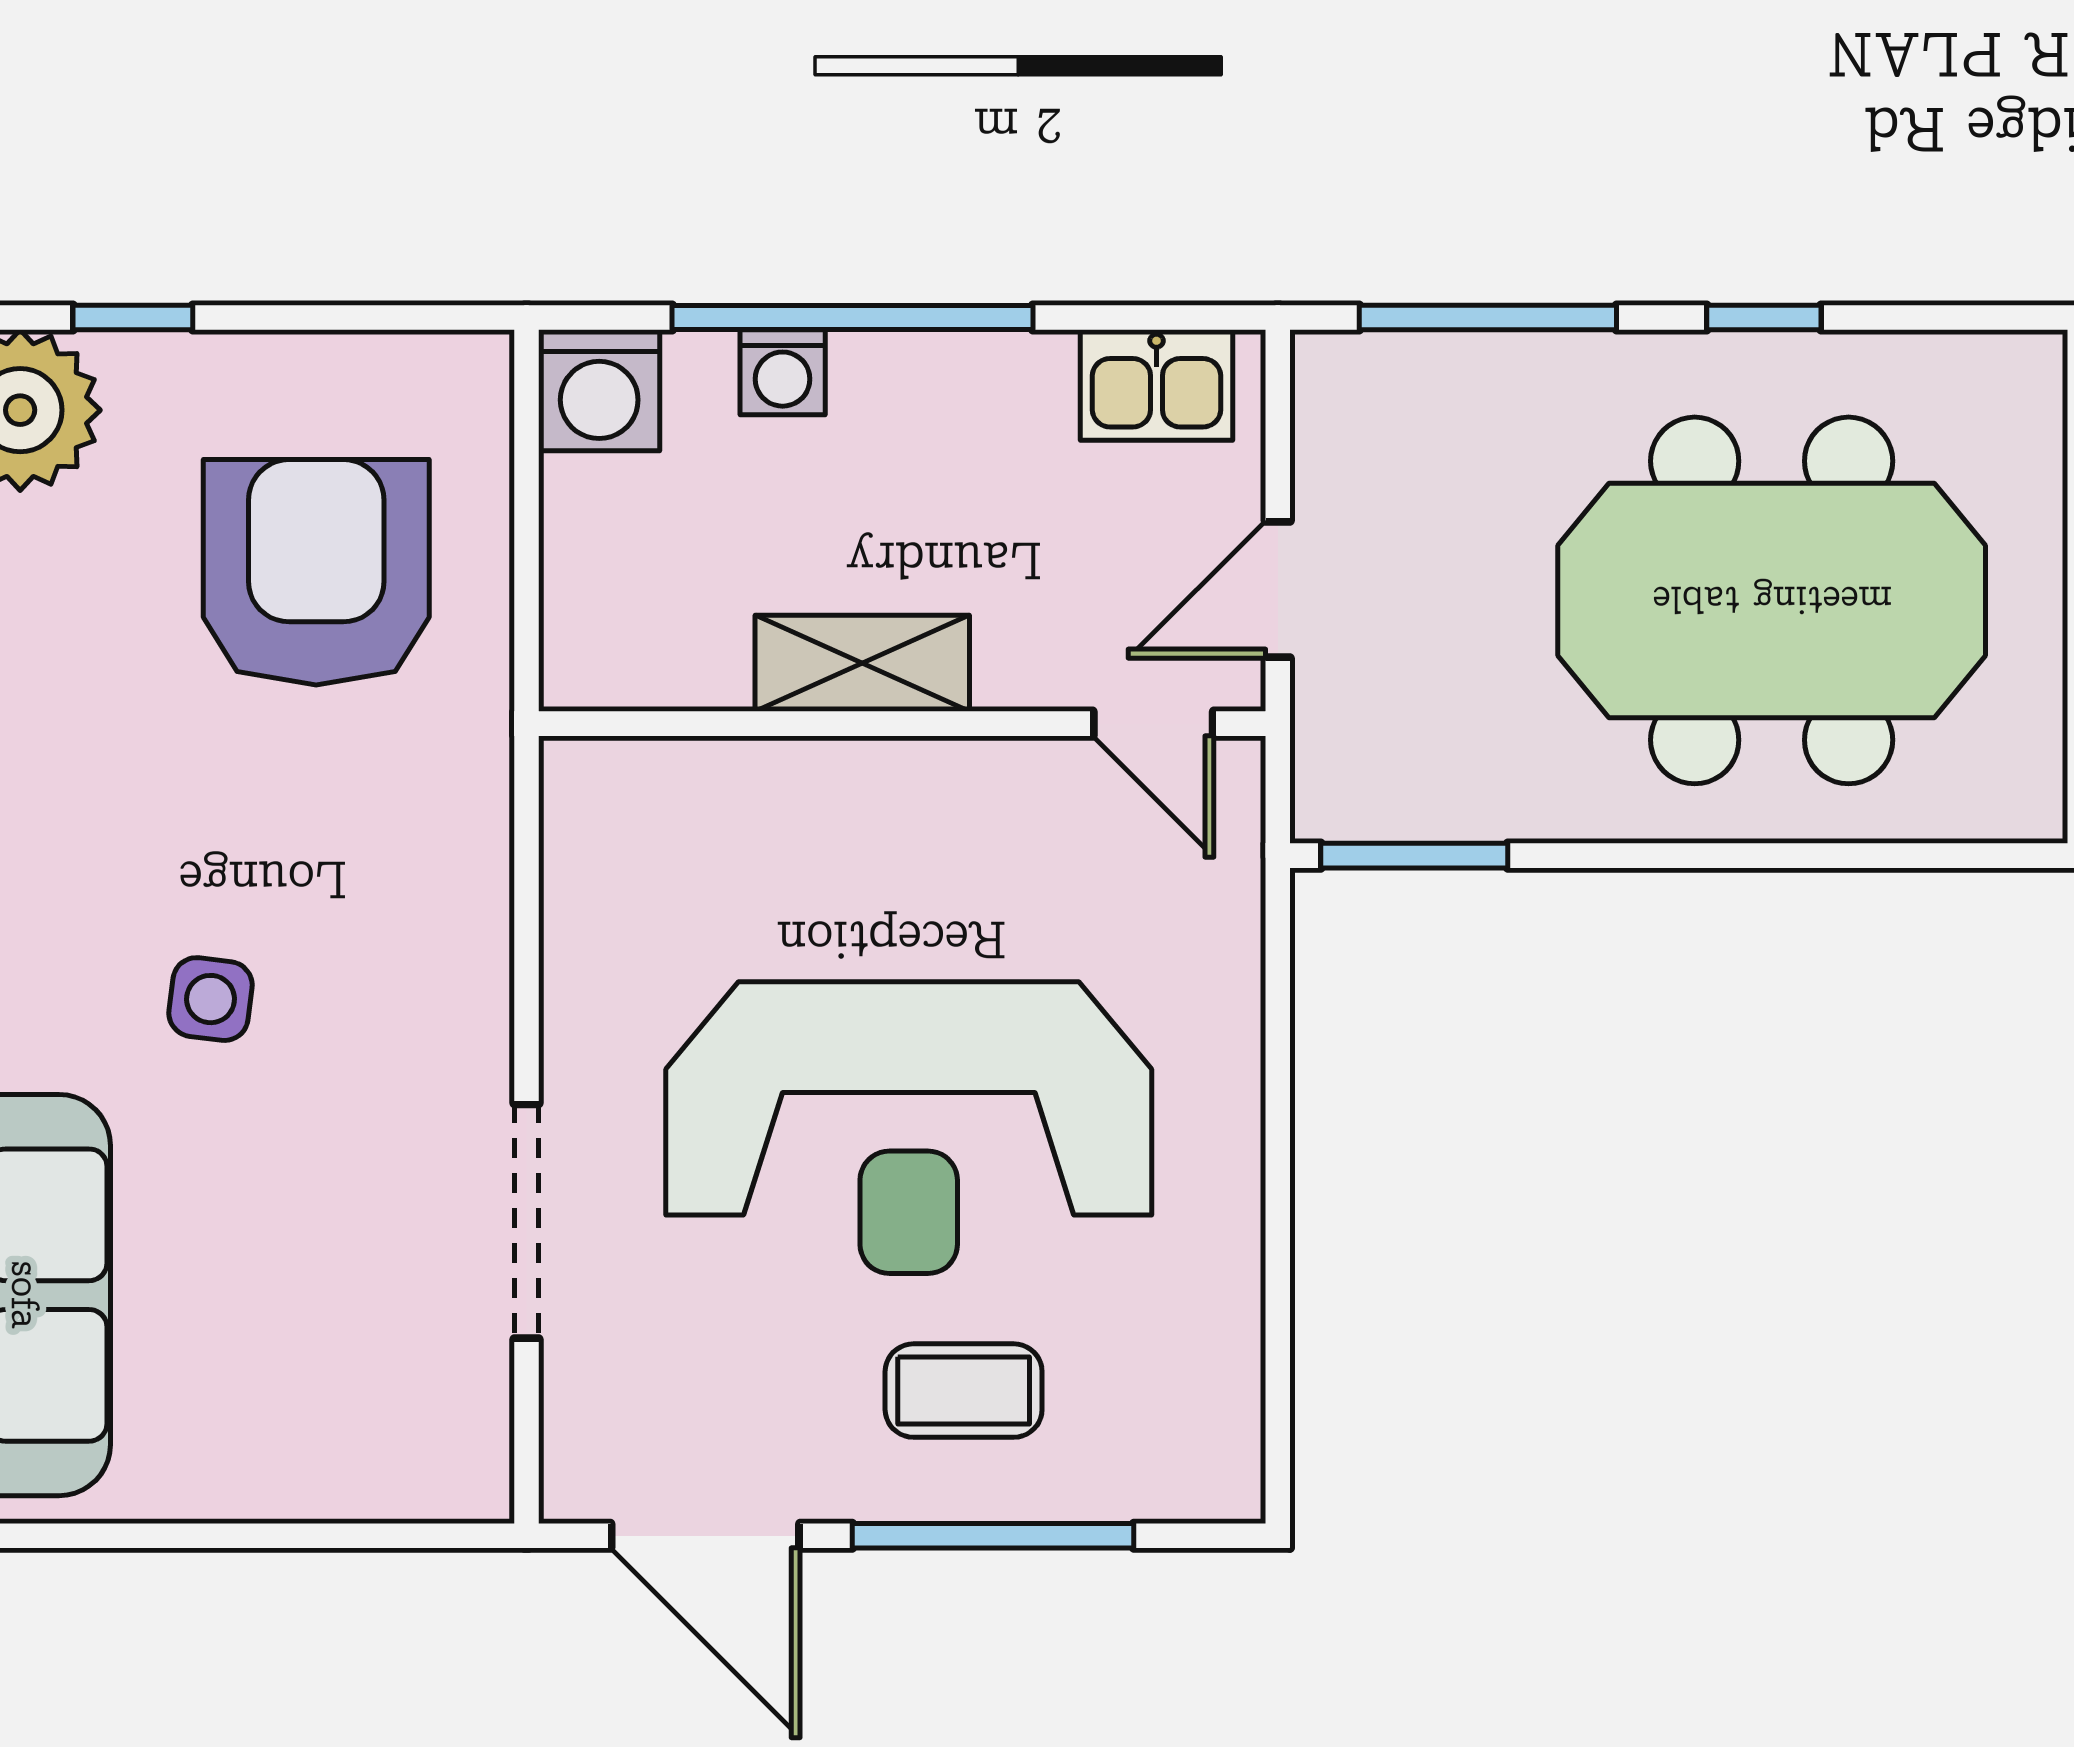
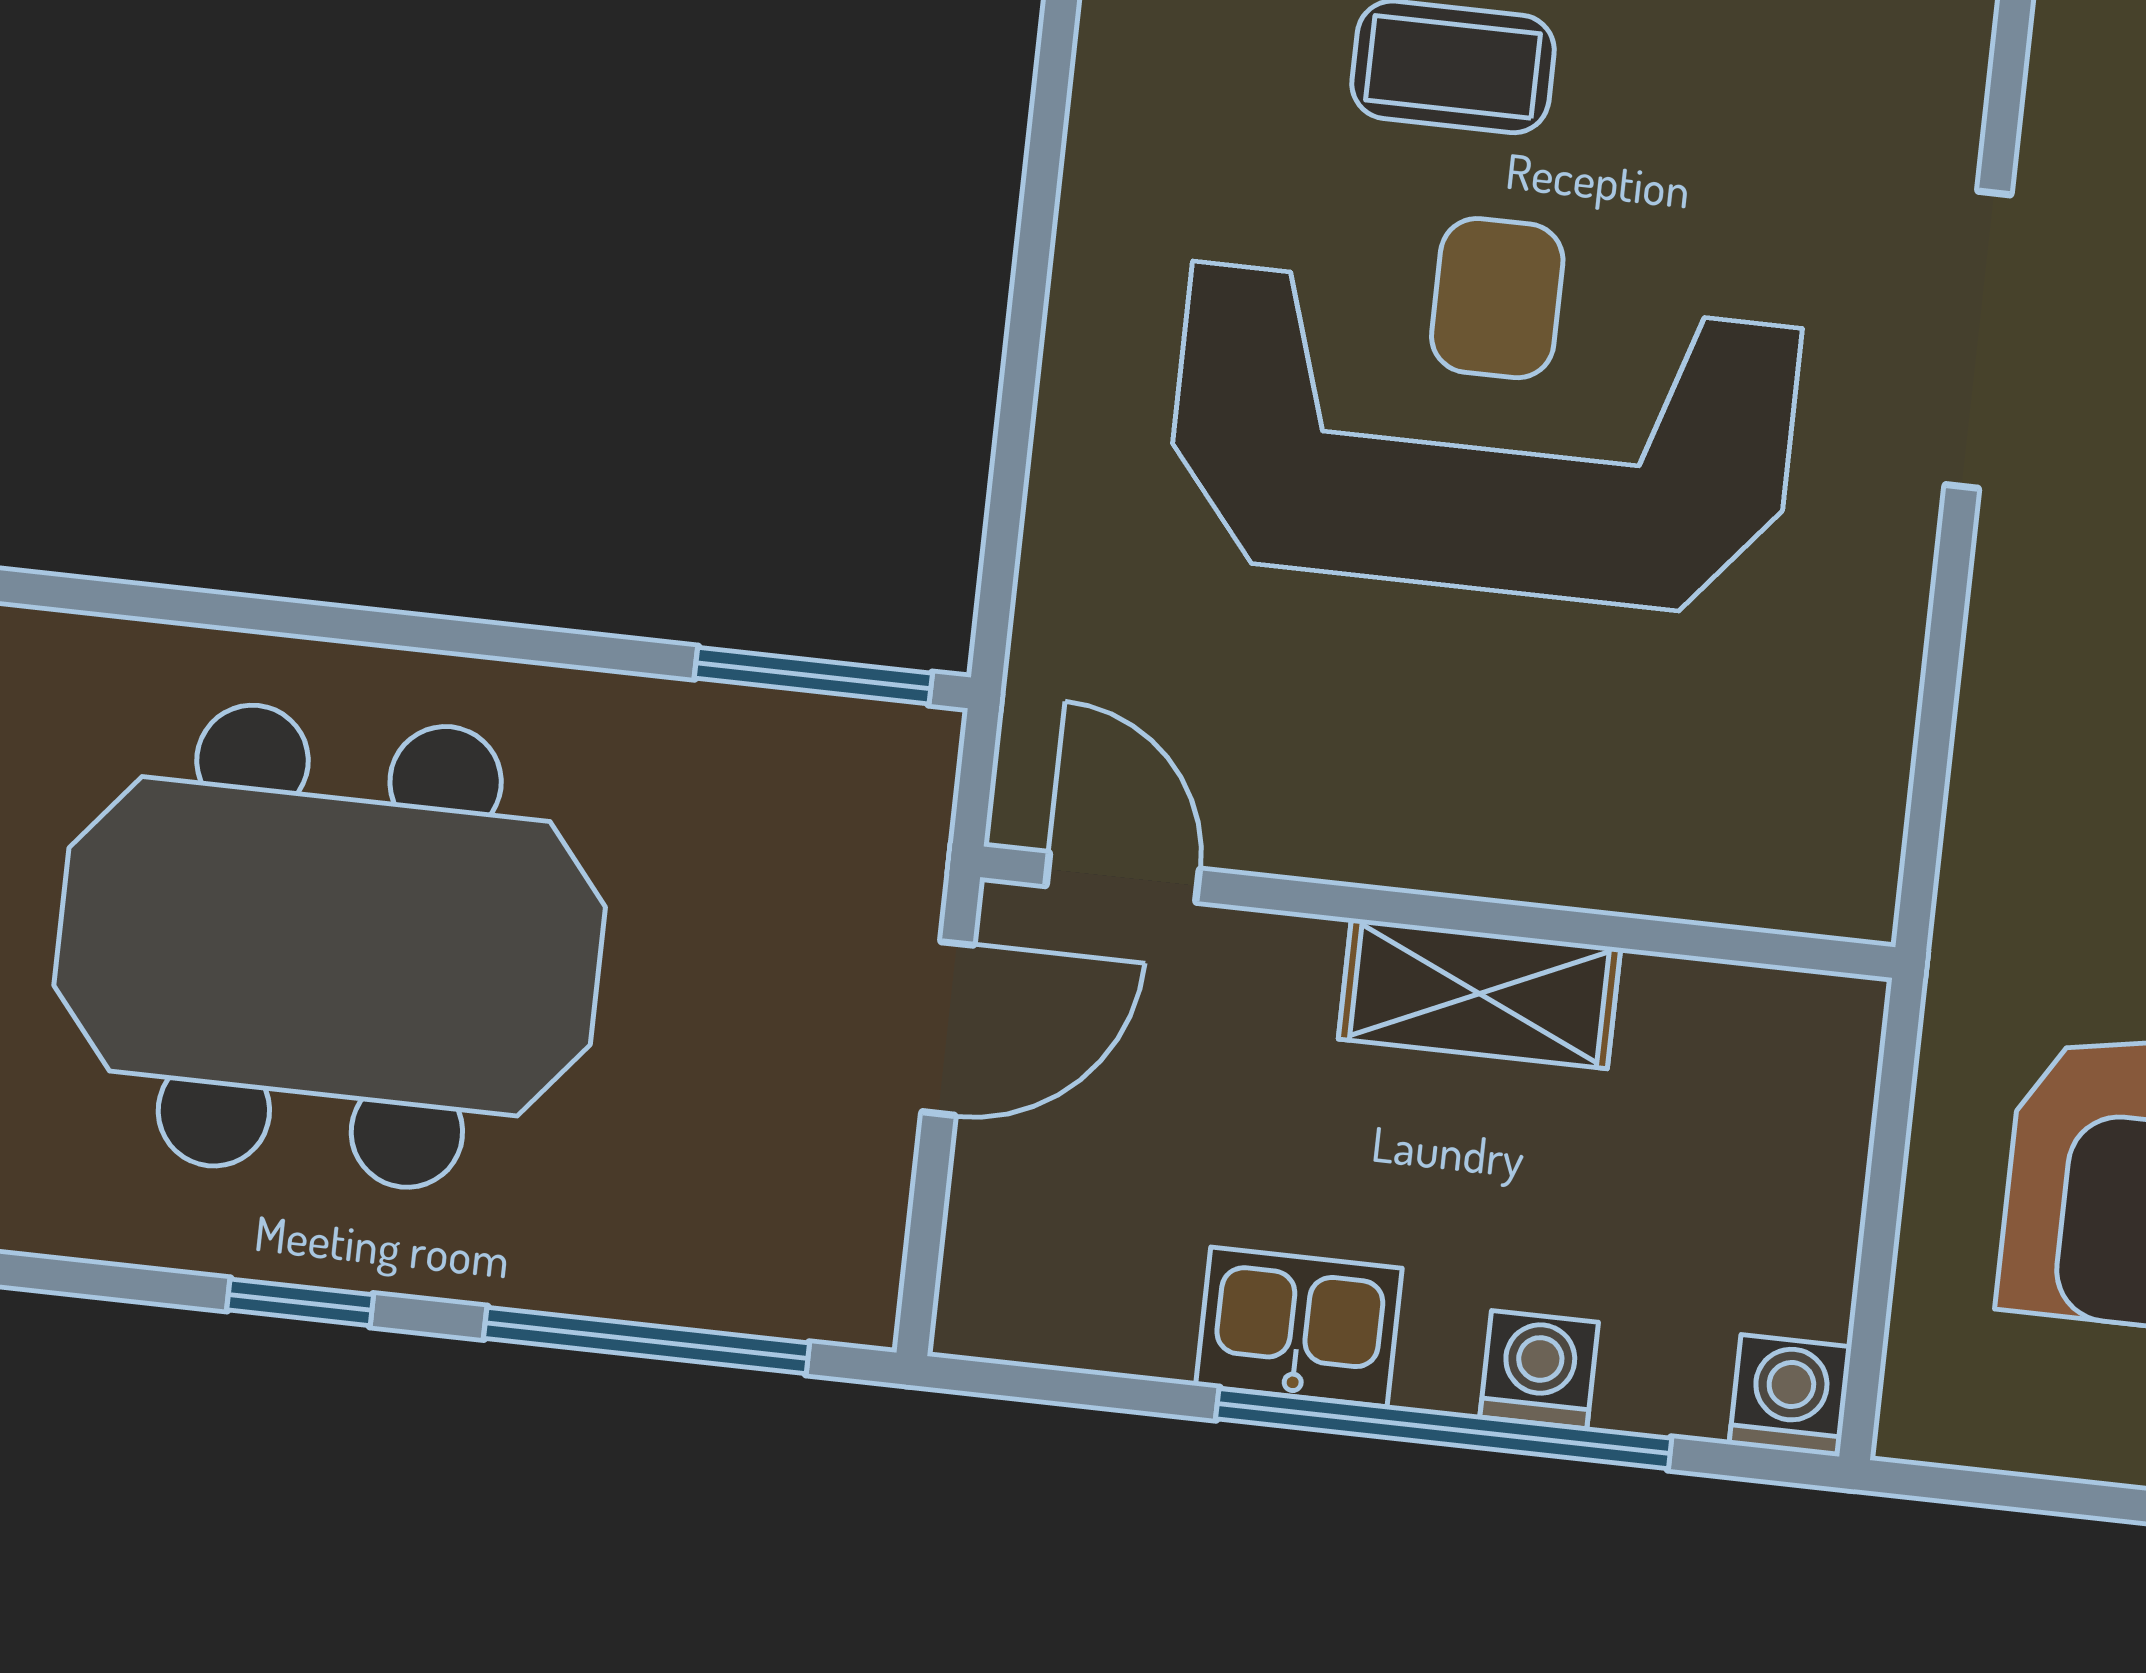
kitchen sink: (1156, 385) -> (1299, 1327), moved
washing machine: (599, 390) -> (1790, 1396), width x0.73, depth x0.73

